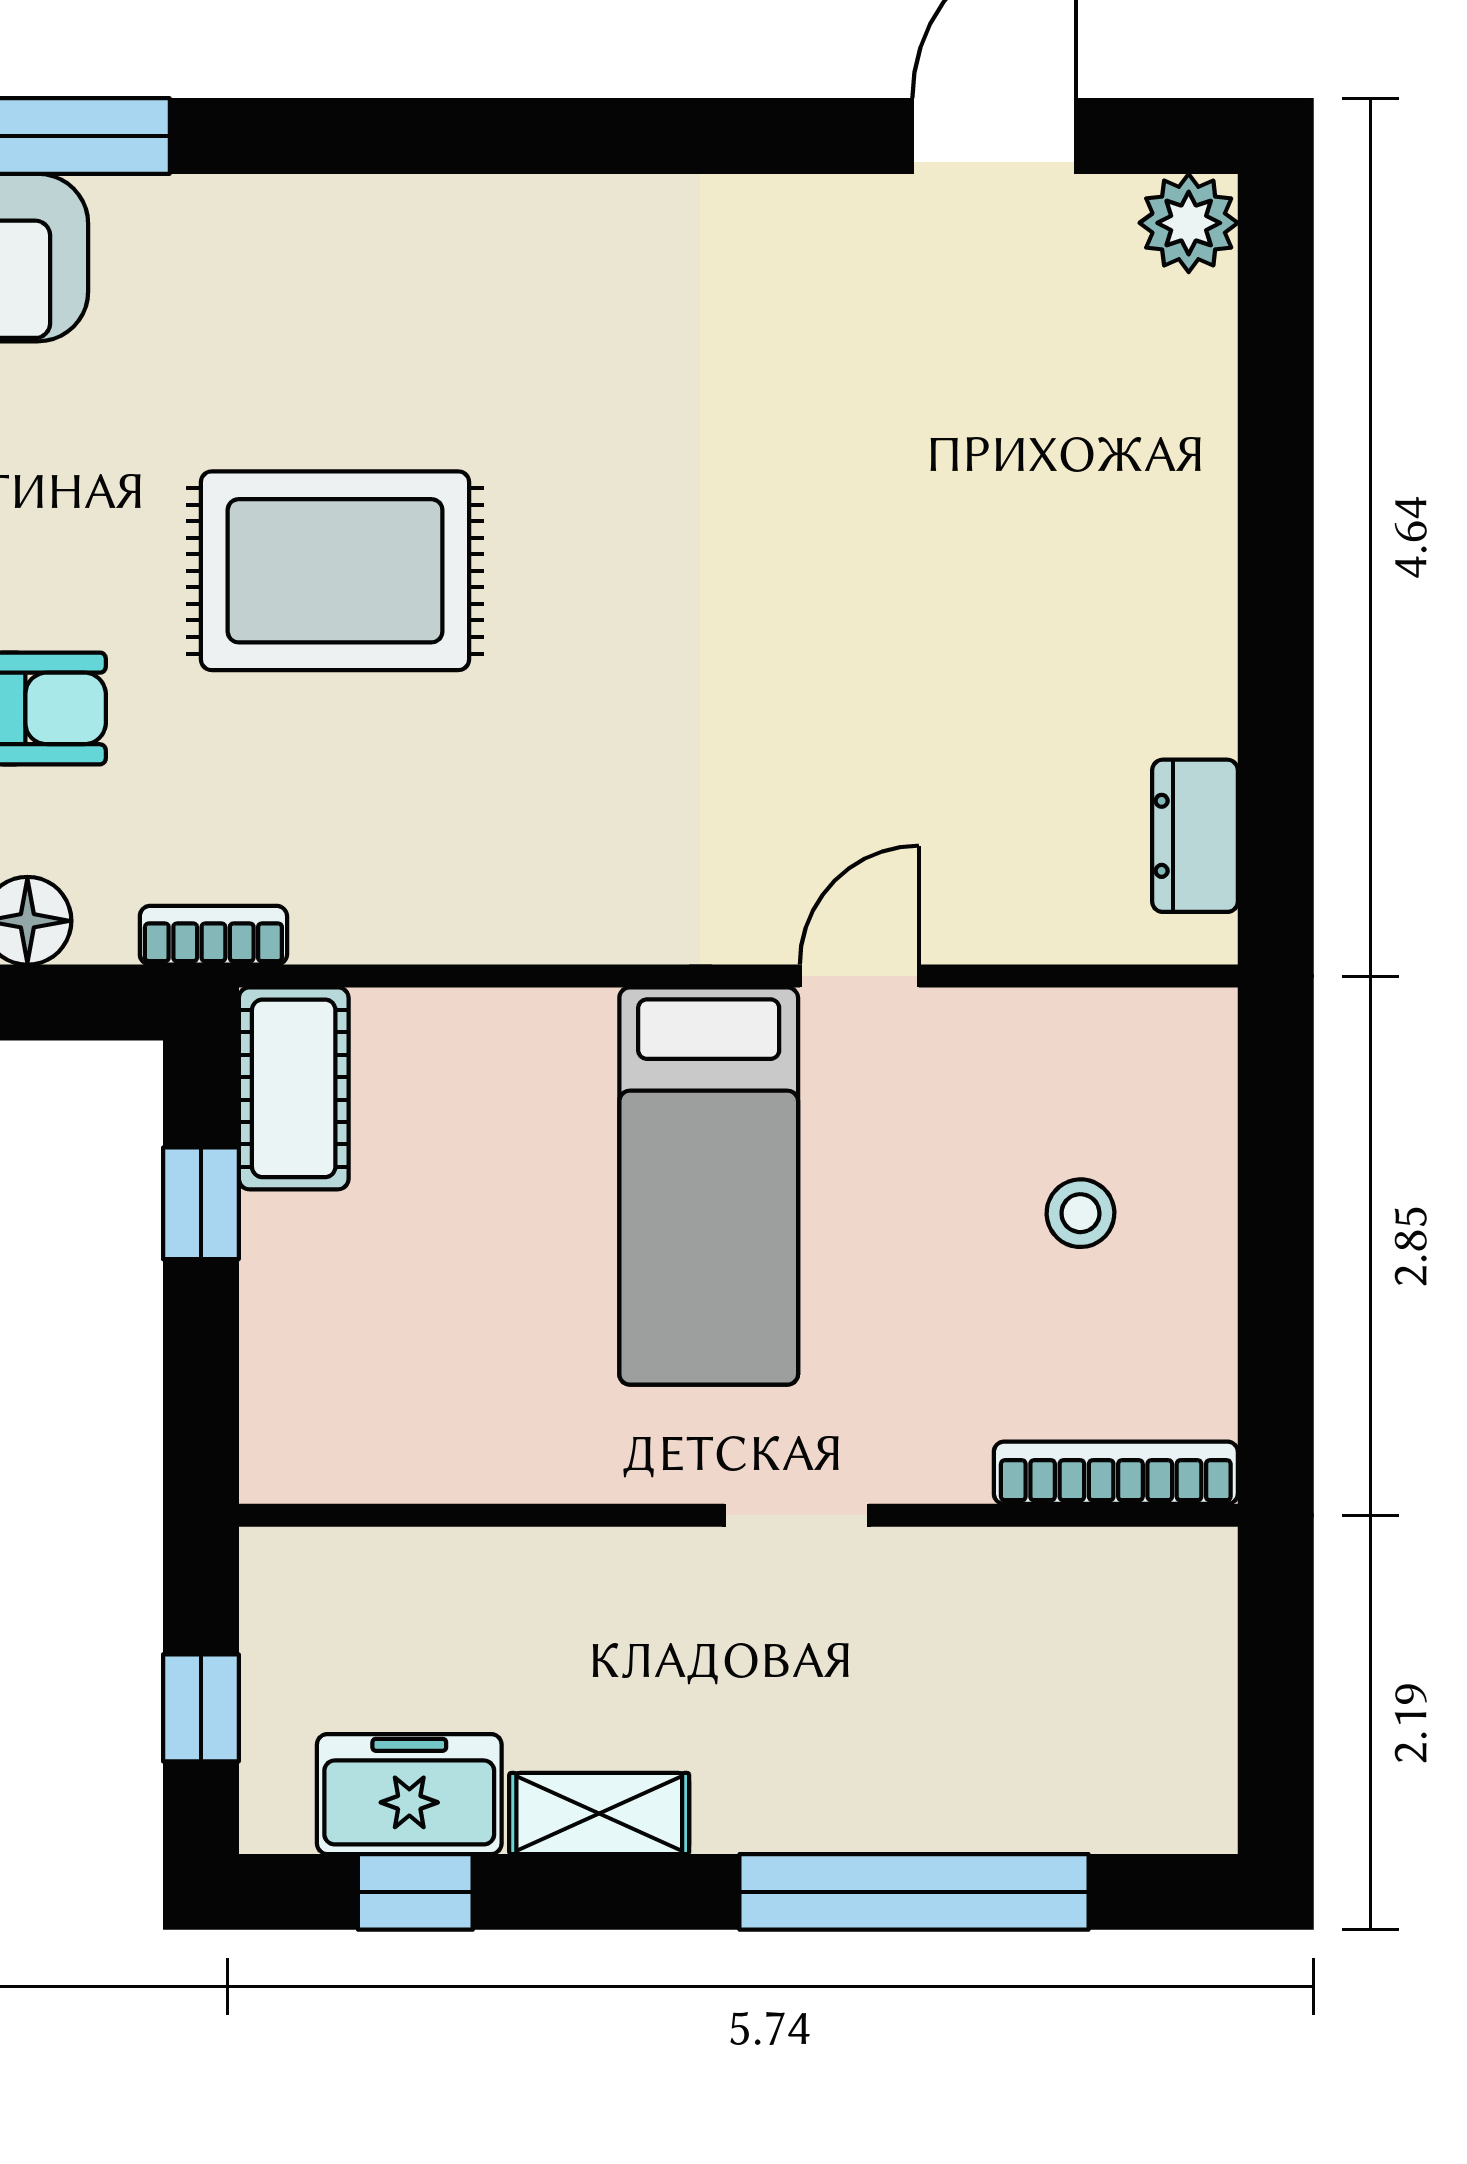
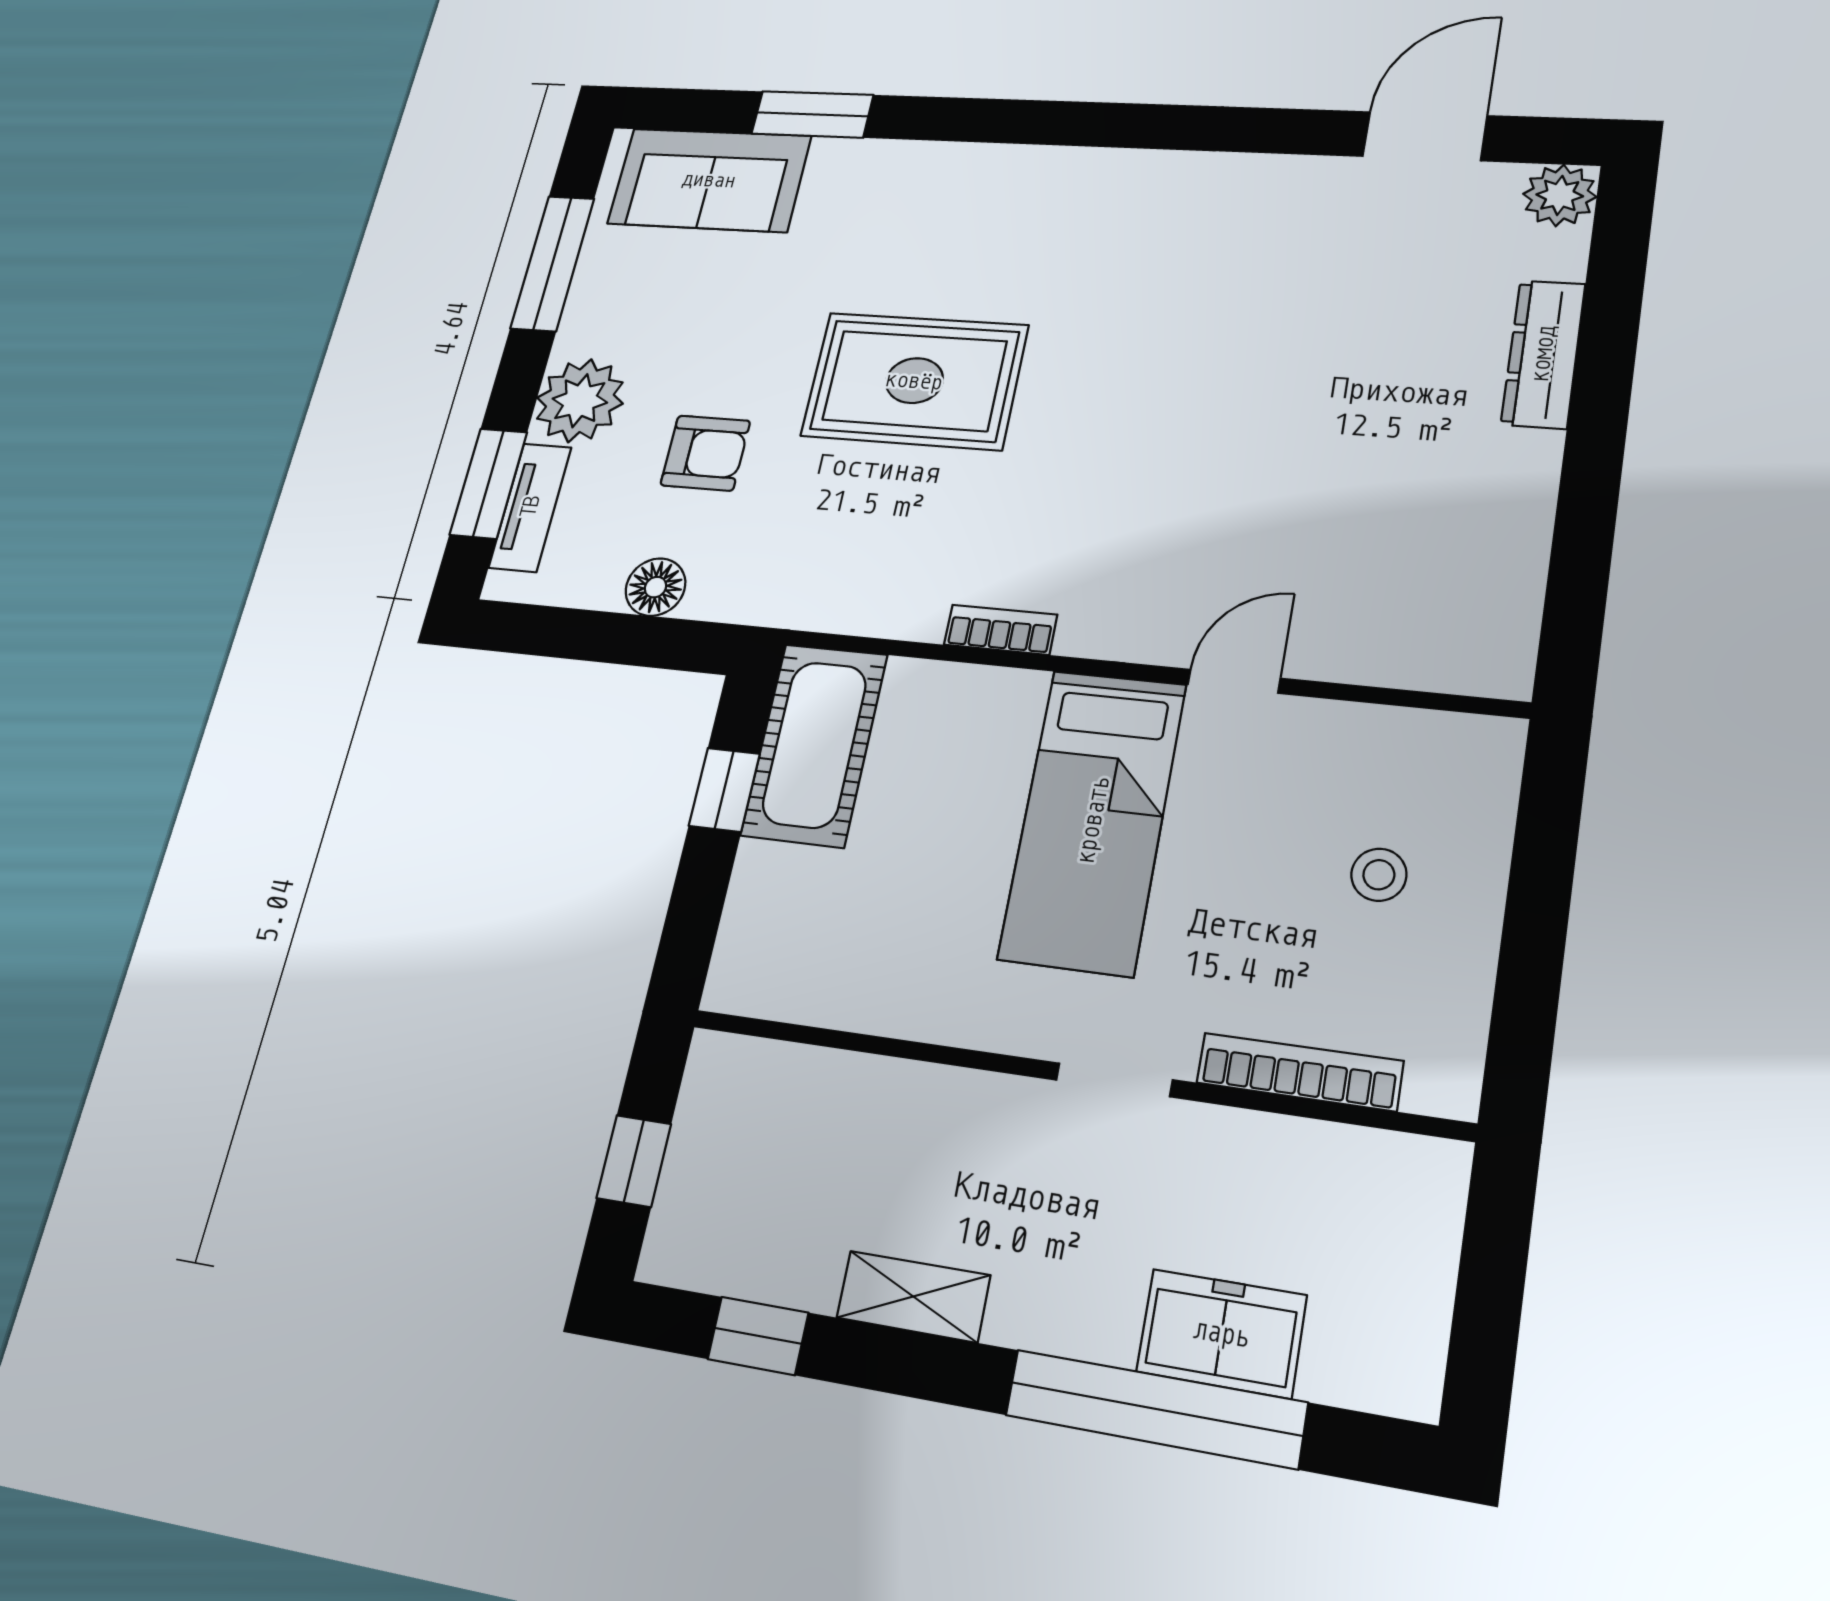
dresser: (1195, 836) -> (1543, 354), moved, width x1.44
bookcase: (213, 935) -> (1000, 630), moved
cot: (294, 1088) -> (814, 745), width x1.37, depth x1.34
bookcase: (1116, 1473) -> (1300, 1072), moved
freezer: (409, 1794) -> (1221, 1333), moved

